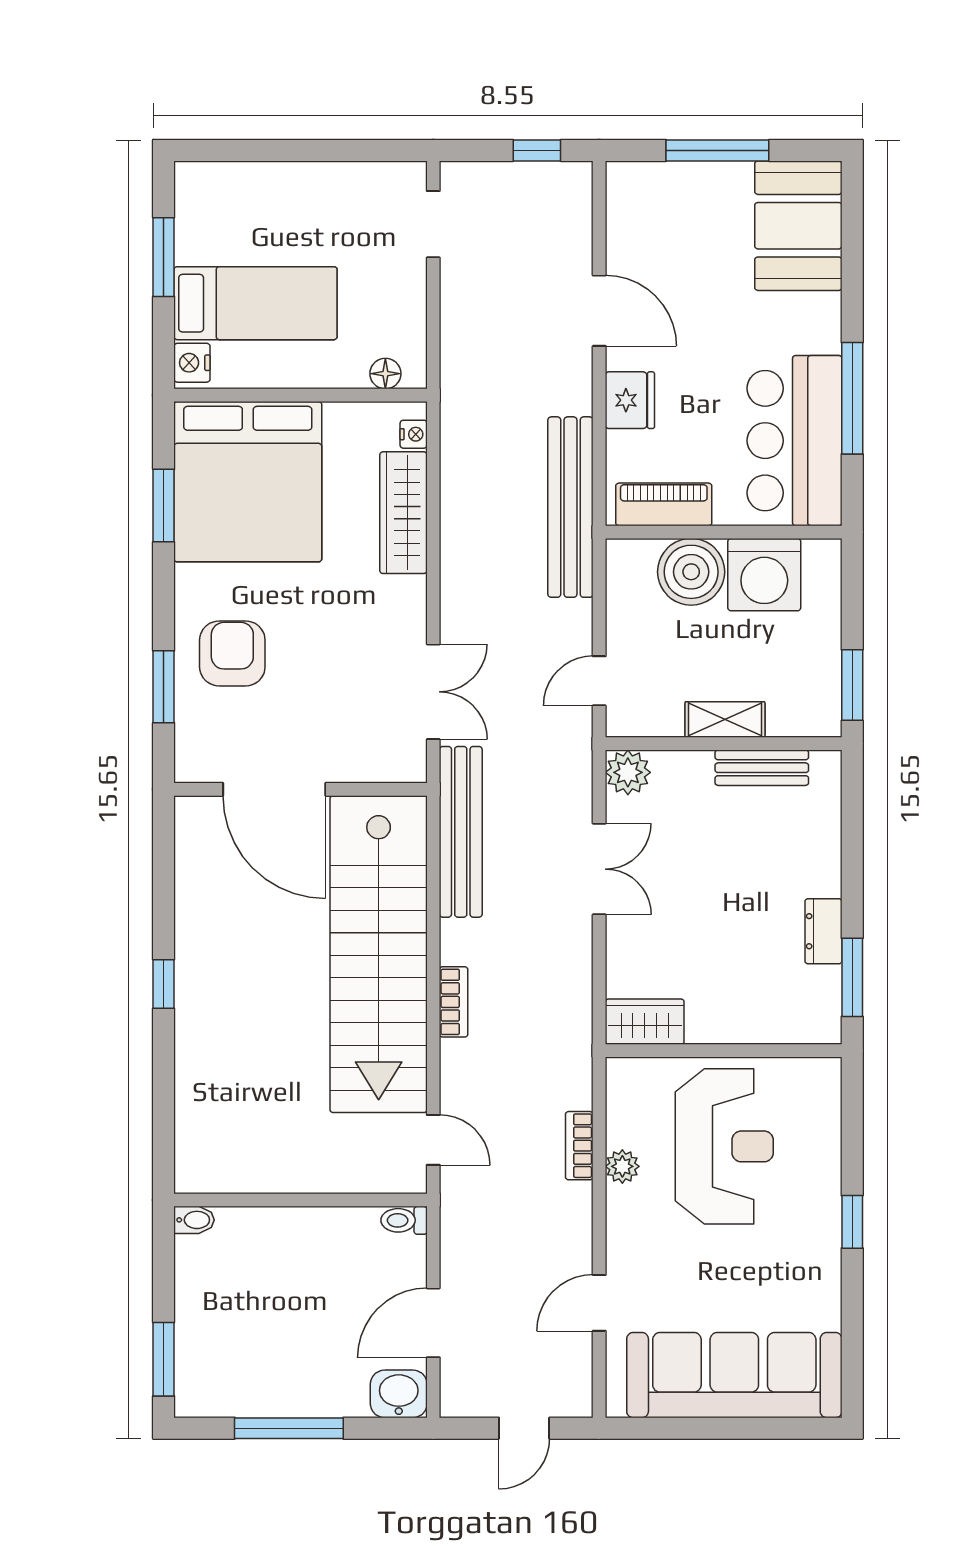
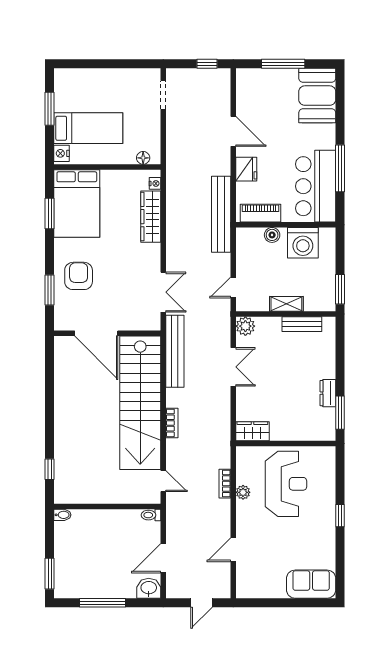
bed: (248, 482) -> (77, 203), width x0.73
boiler: (691, 572) -> (272, 235), width x0.54, depth x0.54
window: (164, 984) -> (50, 469), moved
sofa: (734, 1375) -> (311, 584), width x0.54, depth x0.79

